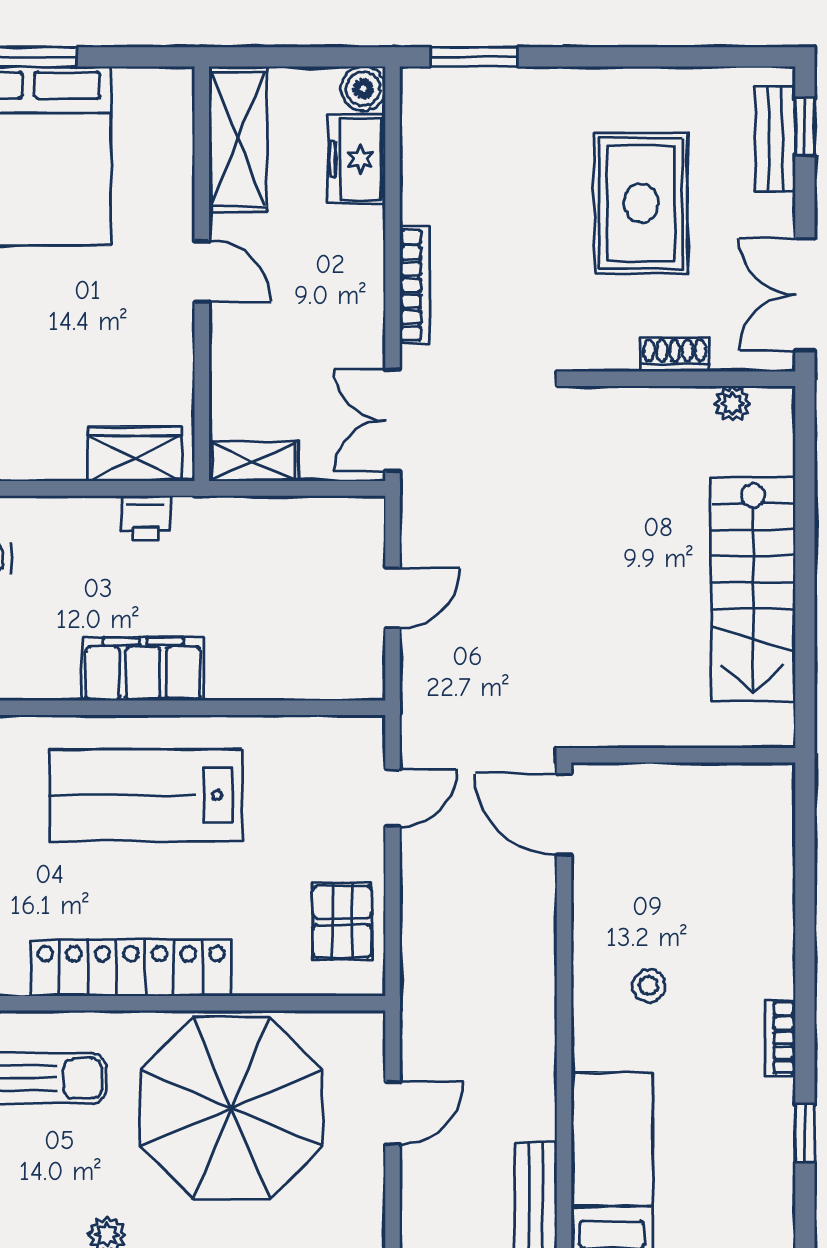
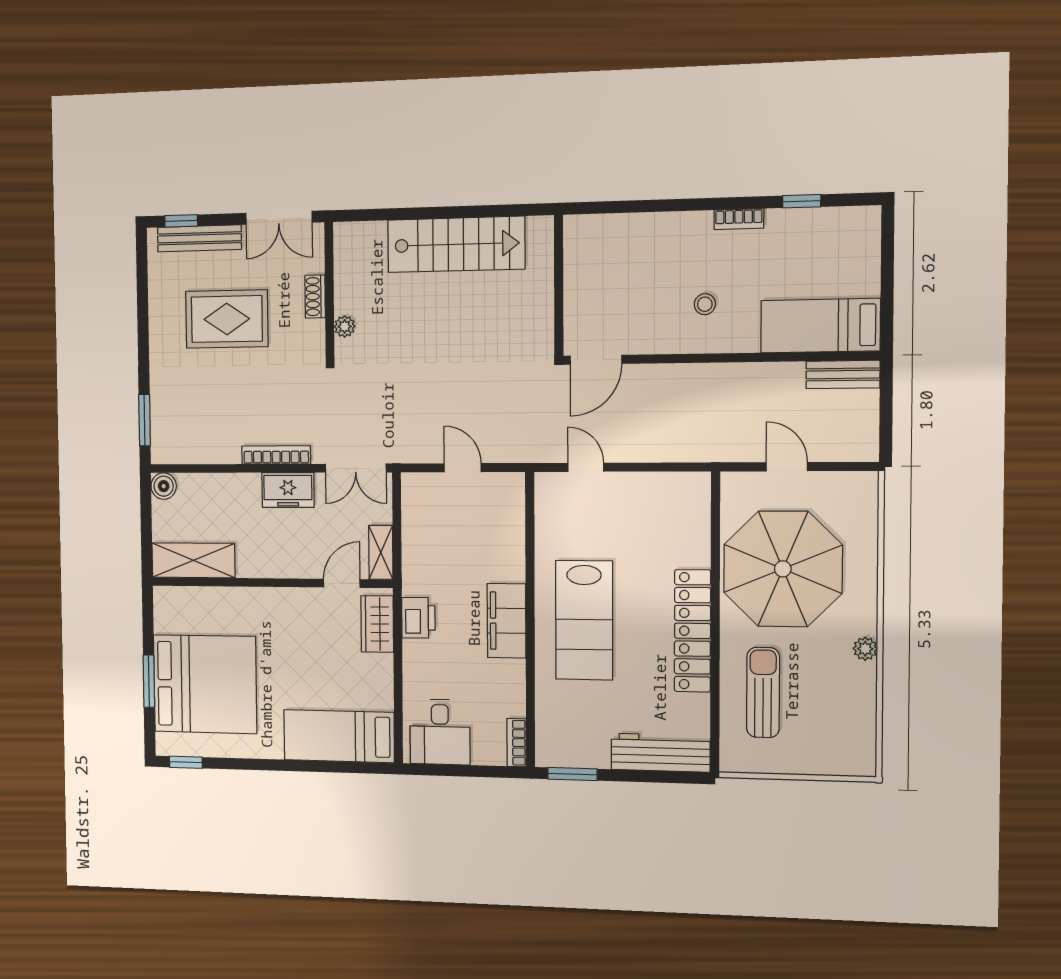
bench: (775, 138) -> (199, 238), width x1.36
freezer: (356, 159) -> (288, 490), moved
door: (202, 271) -> (342, 583), moved
plant: (732, 404) -> (345, 326), moved
printer: (146, 518) -> (418, 618), width x1.36, depth x1.24
pallet: (342, 922) -> (663, 499), removed

